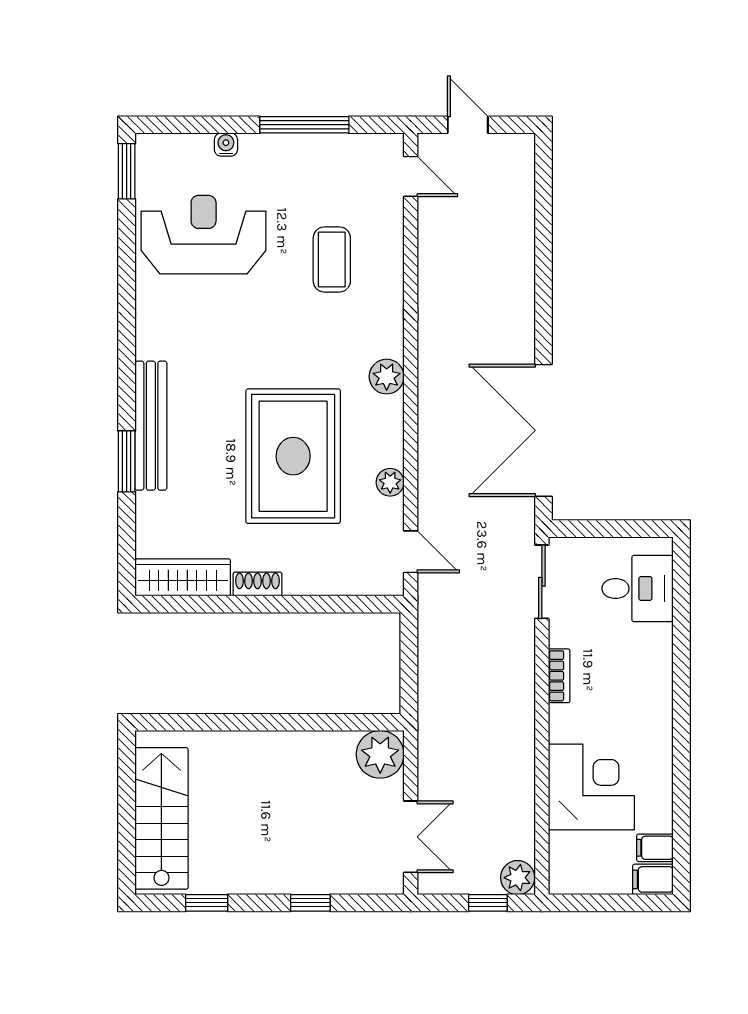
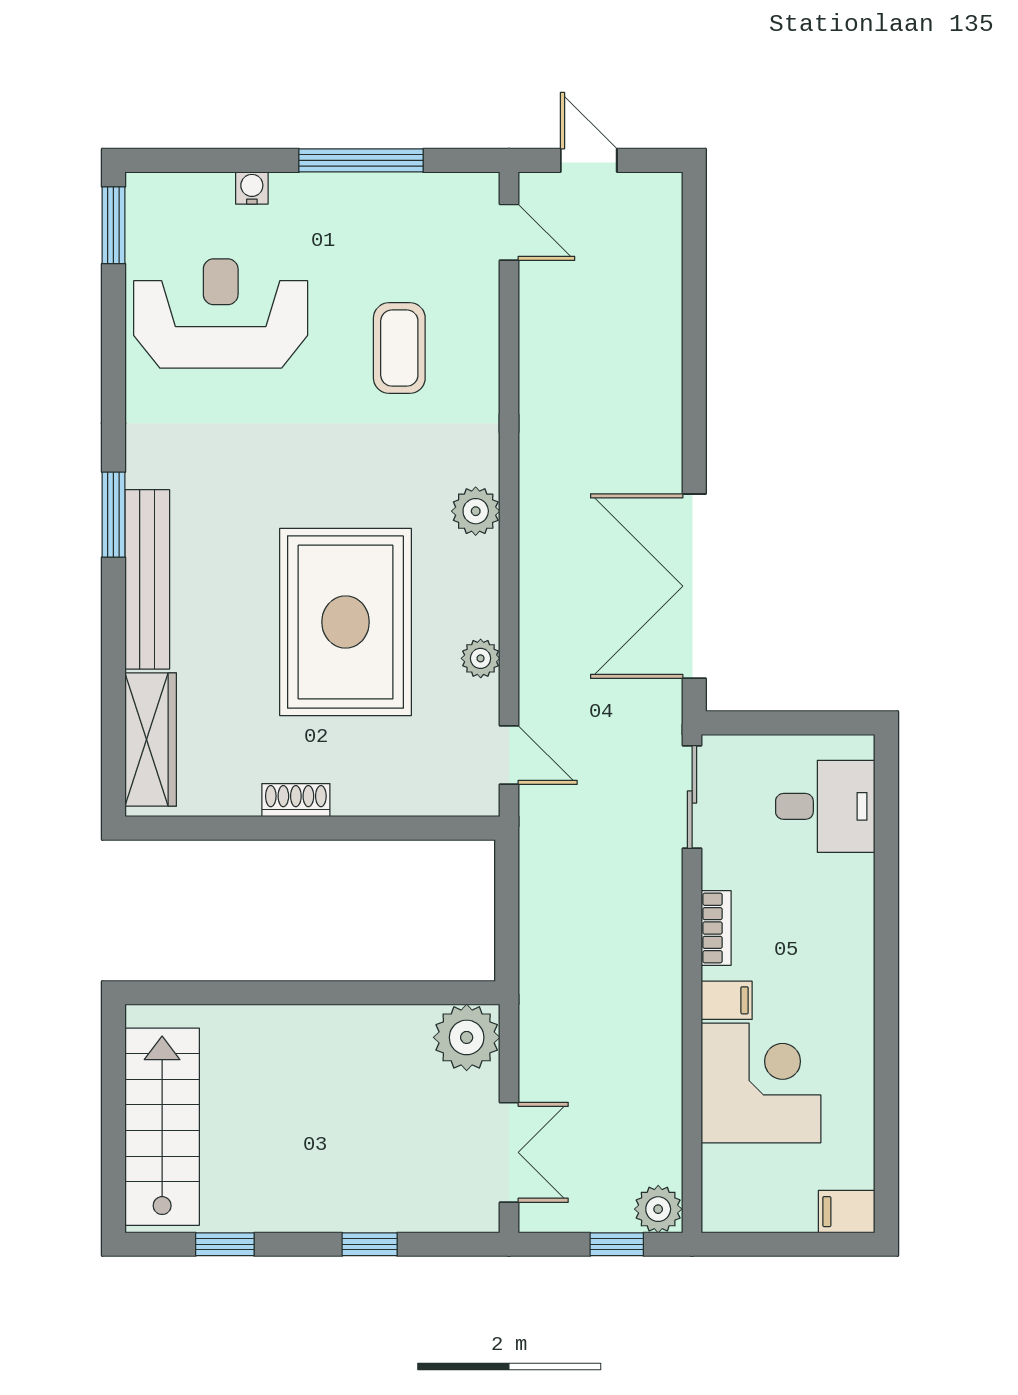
window: (127, 461) -> (113, 515), moved
wardrobe: (183, 577) -> (151, 740), moved, turned 90
filing cabinet: (655, 848) -> (727, 1000), moved, turned 180

